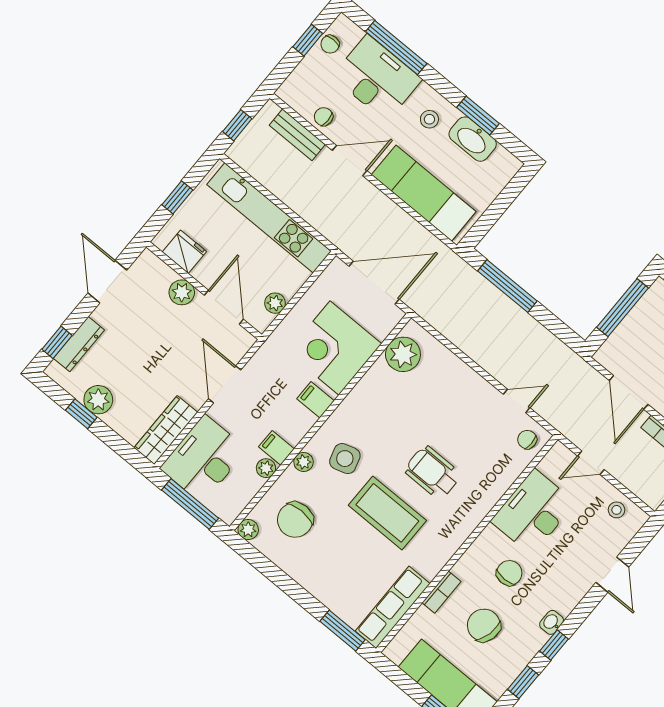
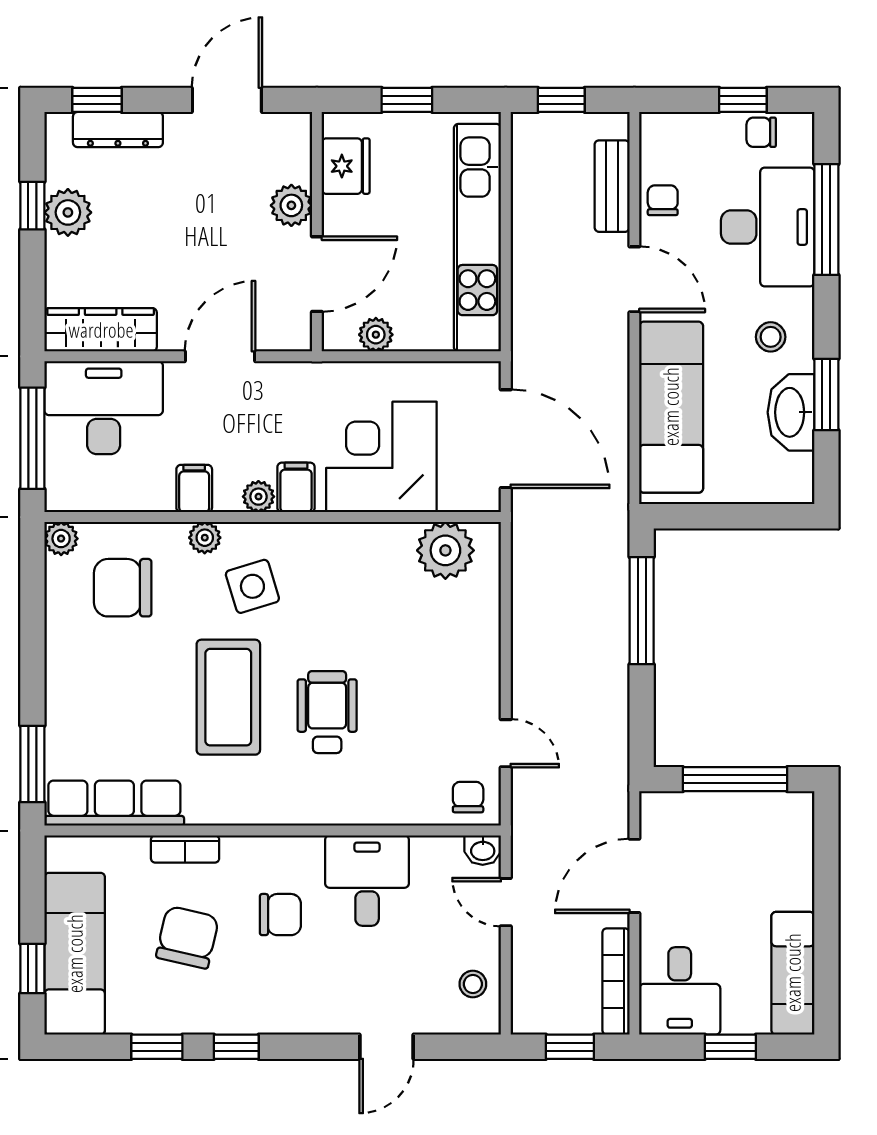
plant: (266, 468) -> (258, 497), moved
desk: (533, 512) -> (367, 881), width x0.73
washbasin: (552, 622) -> (483, 850), moved, turned 180

